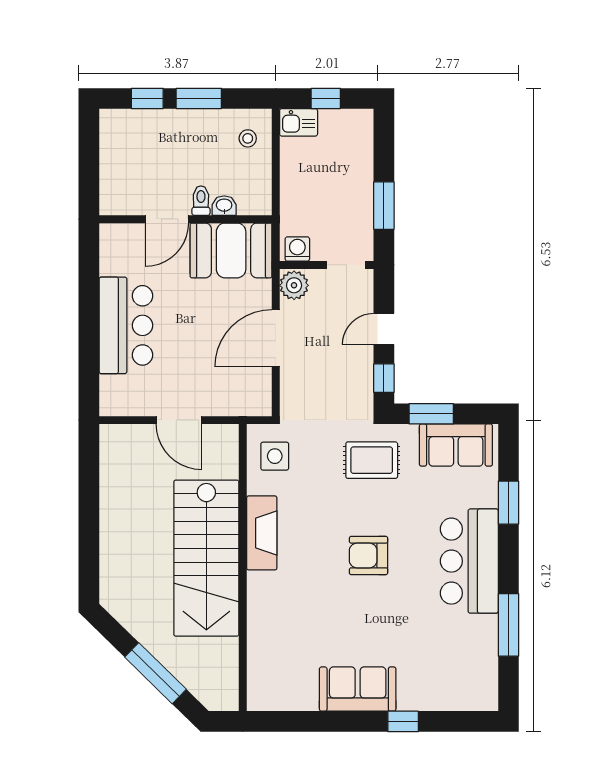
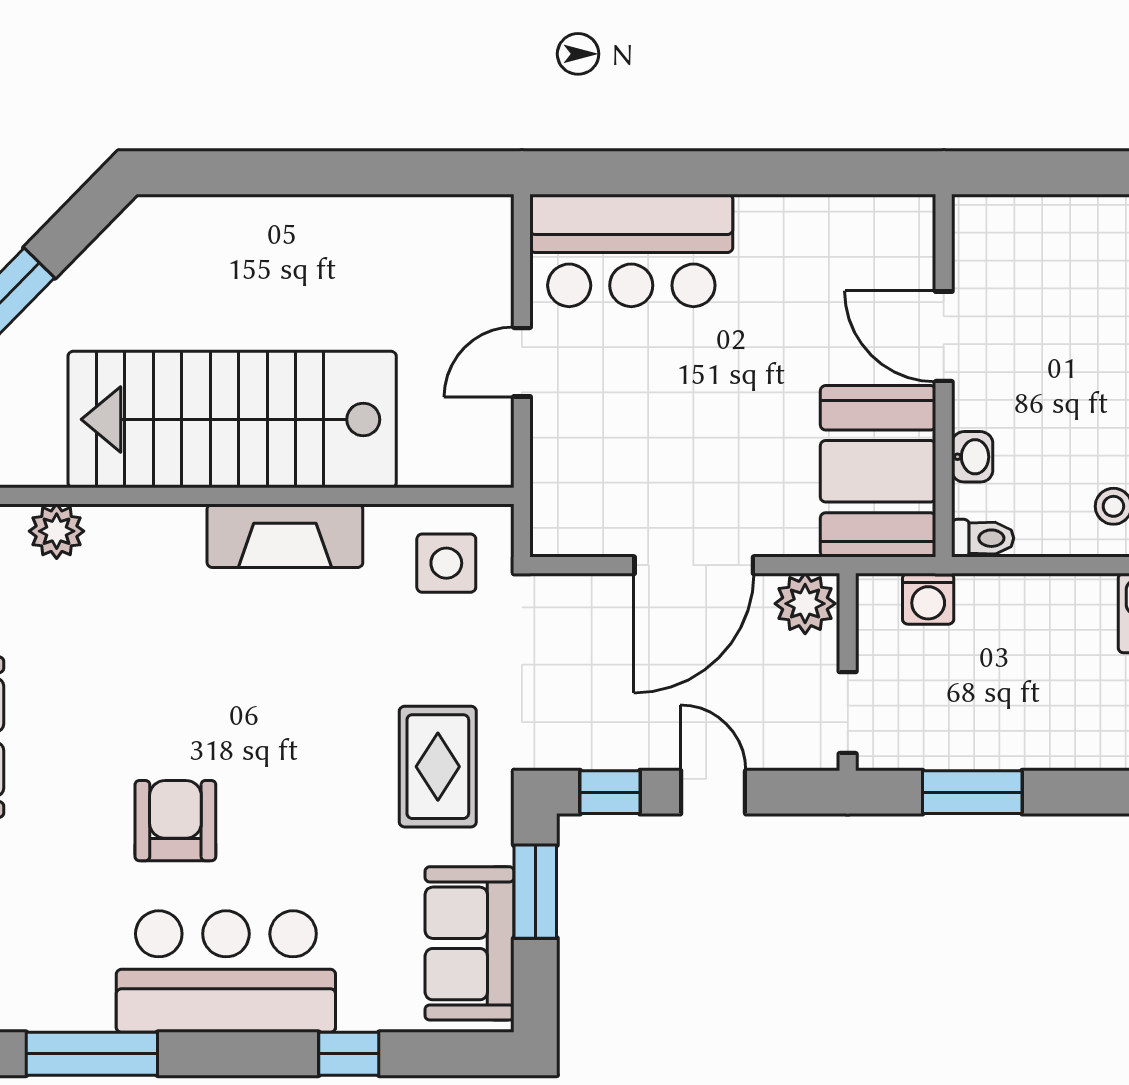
toilet: (201, 201) -> (983, 538), moved
washing machine: (297, 249) -> (928, 599), moved, turned 90
bar counter: (126, 325) -> (631, 250), moved
door: (276, 338) -> (694, 565), swing flipped
door: (179, 420) -> (522, 362), width x0.73
window: (508, 503) -> (349, 1054), width x0.67
armchair: (369, 555) -> (175, 821), moved
plant: (260, 642) -> (57, 531), added

